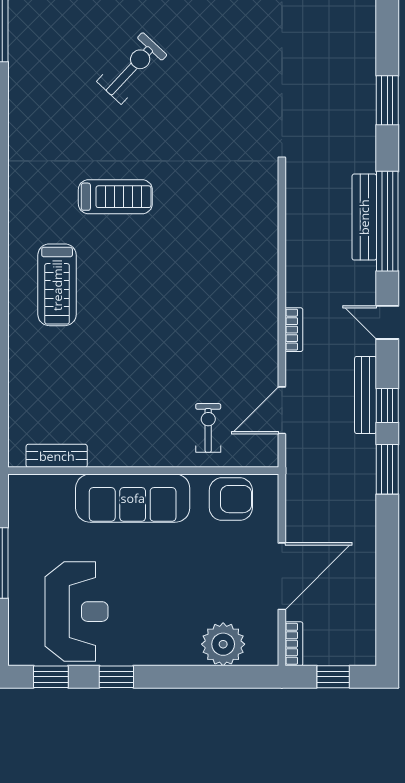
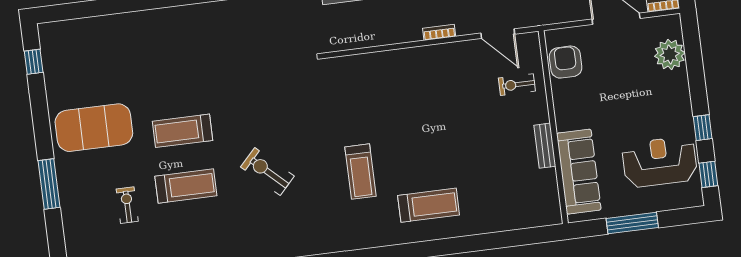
treadmill: (115, 197) -> (360, 172), turned 180
bench: (57, 456) -> (545, 146), moved
sofa: (133, 498) -> (579, 172), moved

